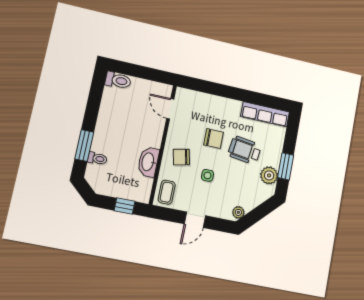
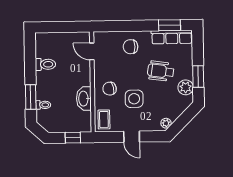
toilet: (118, 80) -> (45, 64), moved
window: (265, 100) -> (170, 25), added
chair: (214, 138) -> (131, 47), moved, turned 180
side table: (208, 175) -> (134, 99), width x1.87, depth x1.87
door: (195, 220) -> (132, 137), hinge flipped

